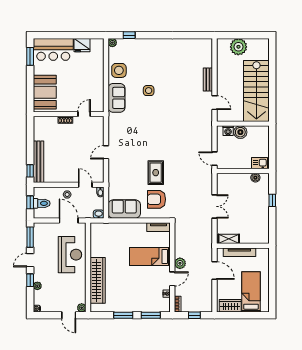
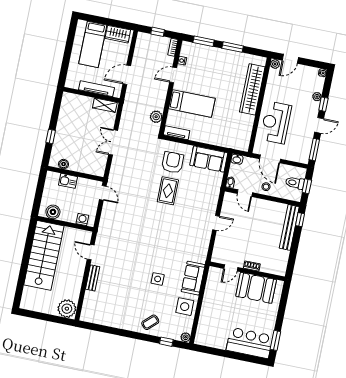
fridge: (82, 45) -> (218, 341), removed
plant: (238, 47) -> (67, 309), moved
coffee table: (147, 50) -> (150, 322), added
booth: (45, 92) -> (256, 288), moved, turned 90
boiler: (240, 132) -> (53, 212), moved
kitchen sink: (260, 163) -> (68, 181), moved
armchair: (157, 199) -> (173, 162), turned -90
plant: (180, 263) -> (156, 117), moved
door: (214, 270) -> (127, 75), hinge flipped
door: (69, 315) -> (290, 59), swing flipped

